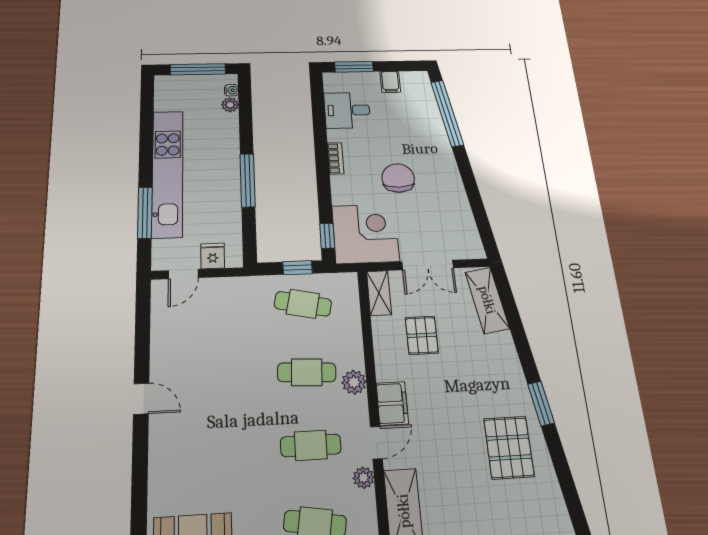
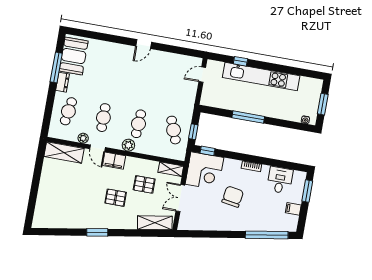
window: (198, 69) -> (323, 104), width x0.69
plant: (230, 105) -> (296, 117), removed
chair: (398, 178) -> (233, 197), turned -81
window: (145, 213) -> (240, 61), width x0.46
fridge: (213, 256) -> (209, 91), removed
door: (183, 274) -> (202, 75), hinge flipped
cafe table: (303, 304) -> (174, 130), turned -33
pallet: (509, 448) -> (116, 198), moved, width x0.67, depth x0.71

